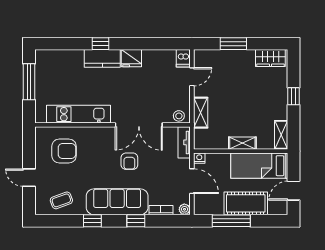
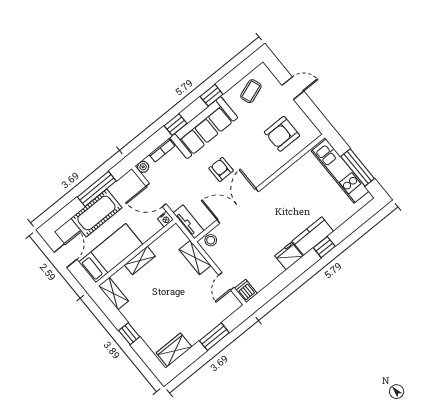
kitchen unit: (78, 114) -> (340, 171), moved, turned 90

